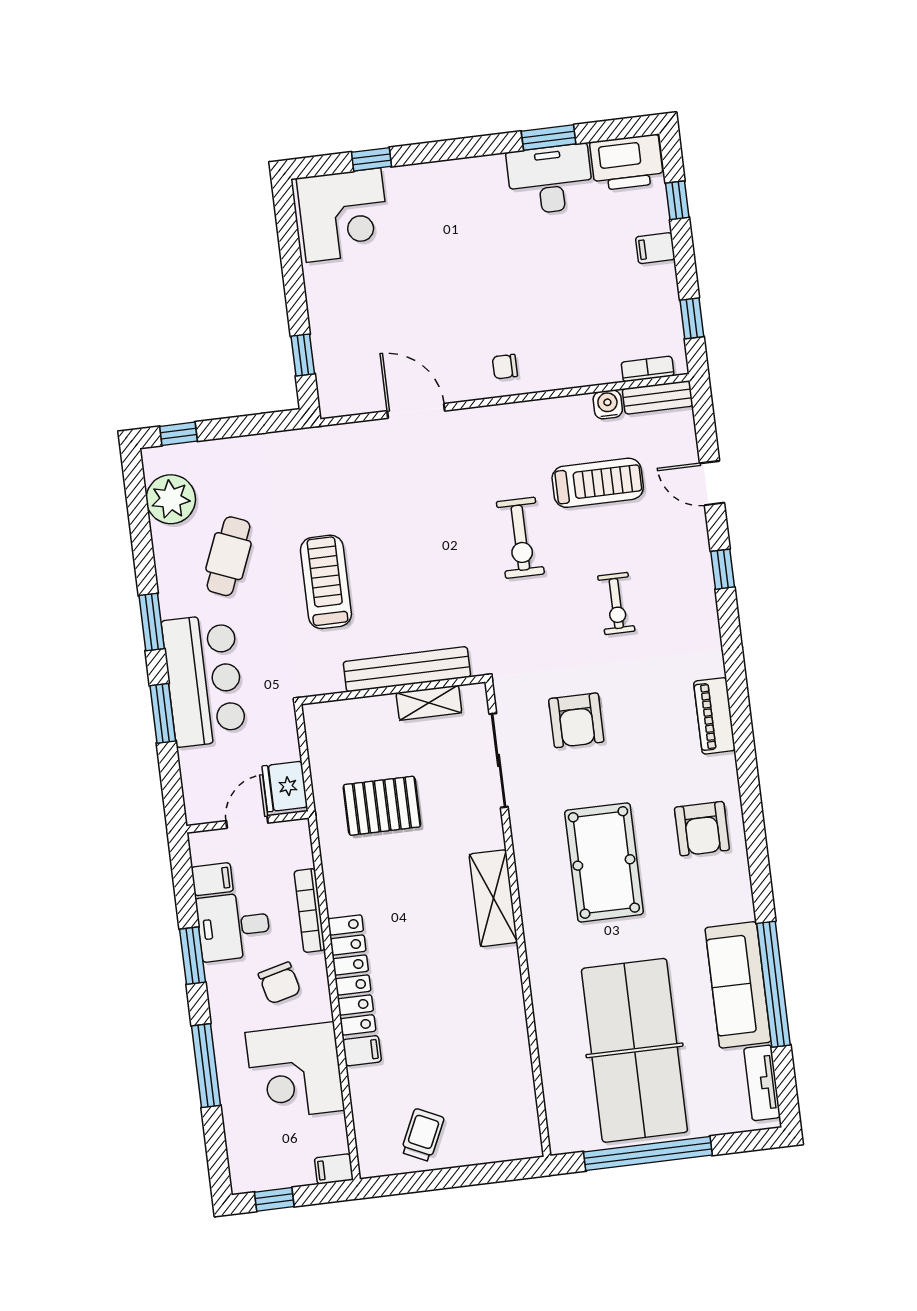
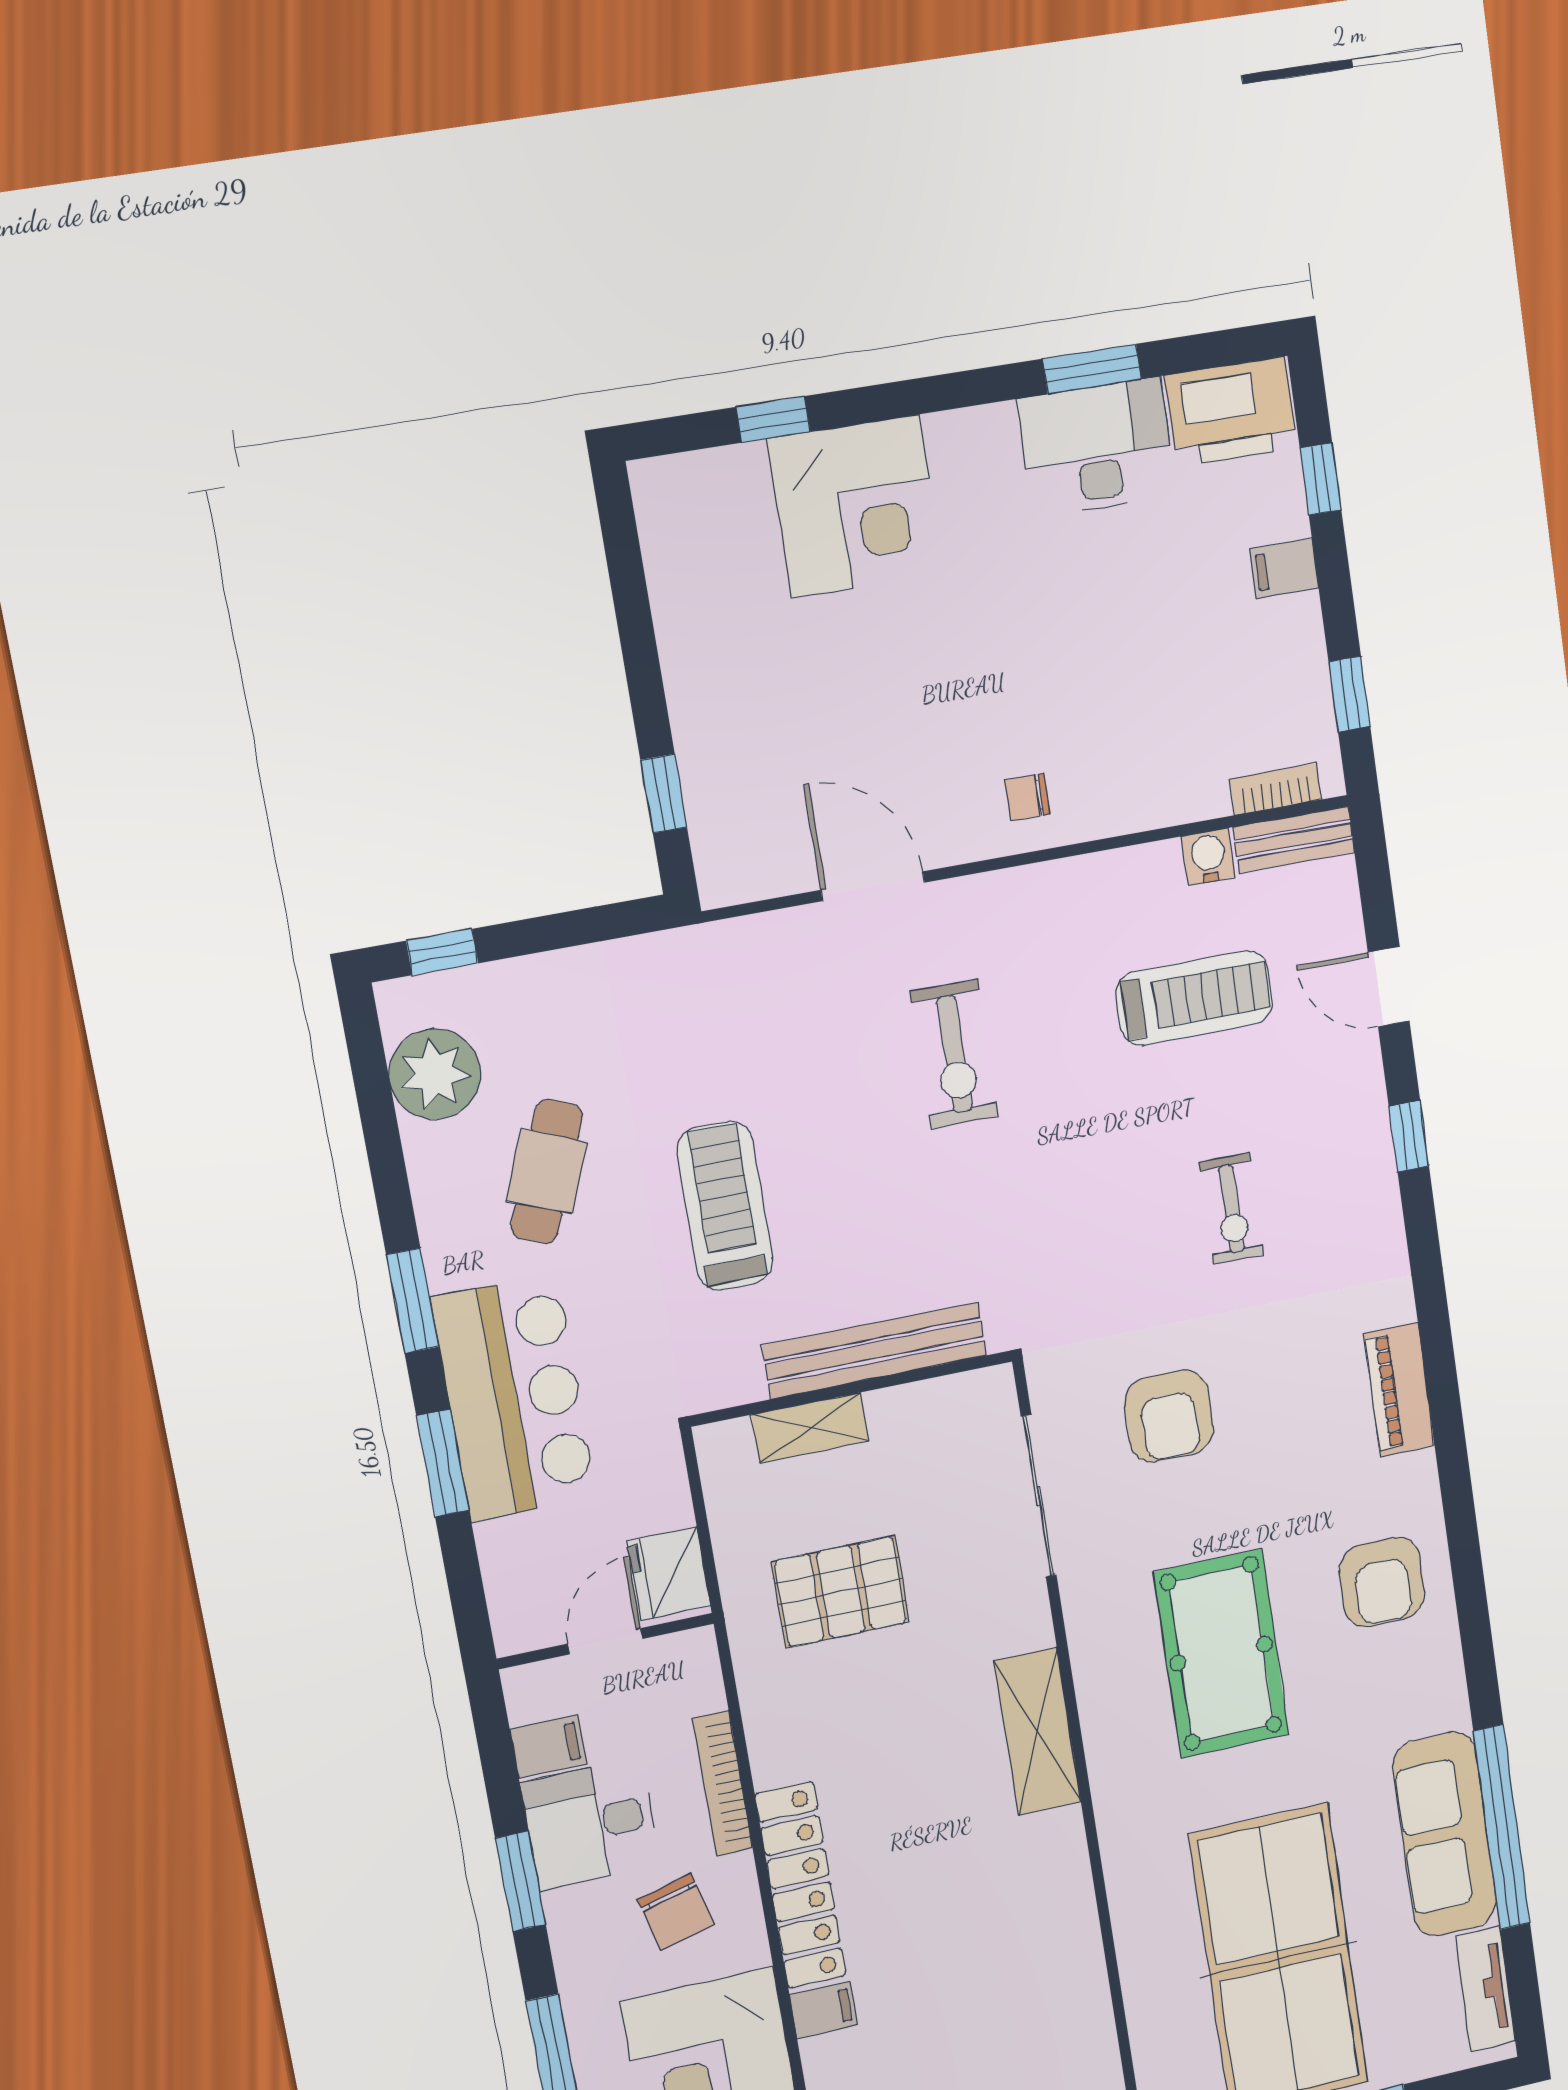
corner desk: (344, 215) -> (856, 506), moved
exercise bike: (520, 538) -> (954, 1054), moved
shelving: (429, 703) -> (810, 1428), moved

